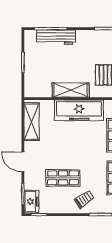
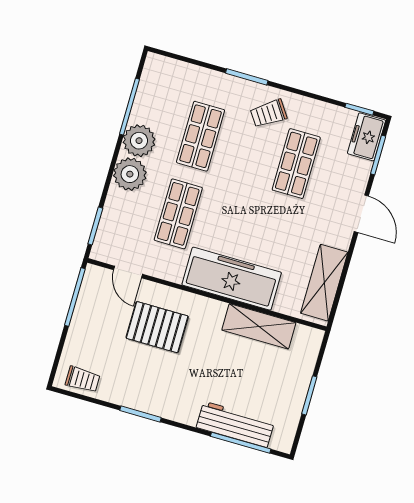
shelving: (71, 90) -> (259, 326), moved
shop shelf: (63, 178) -> (296, 164), turned 90

